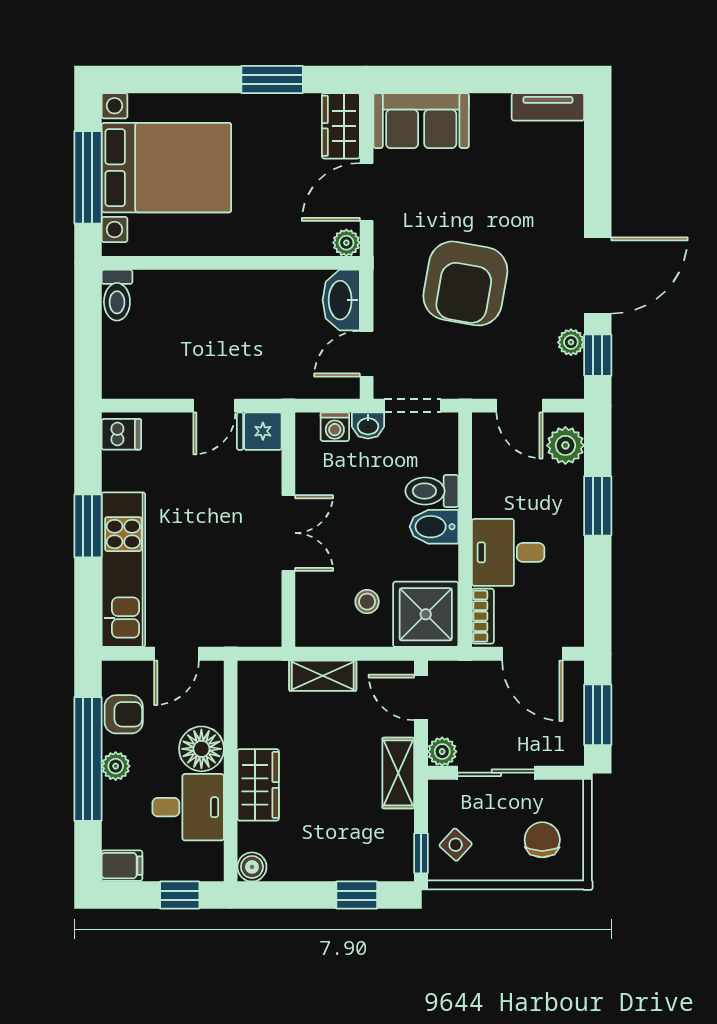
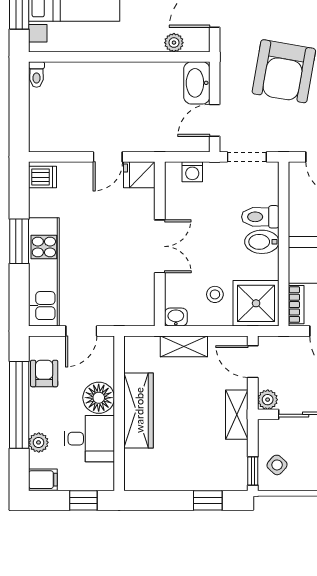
plant: (346, 243) -> (174, 43), moved
toilet: (117, 295) -> (37, 74), width x0.73, depth x0.72
washbasin: (368, 426) -> (176, 317), moved, turned 180
armchair: (124, 714) -> (44, 373), turned -90
plant: (116, 766) -> (39, 442), moved
wardrobe: (258, 785) -> (139, 410), width x1.50
boiler: (252, 867) -> (134, 481), removed

